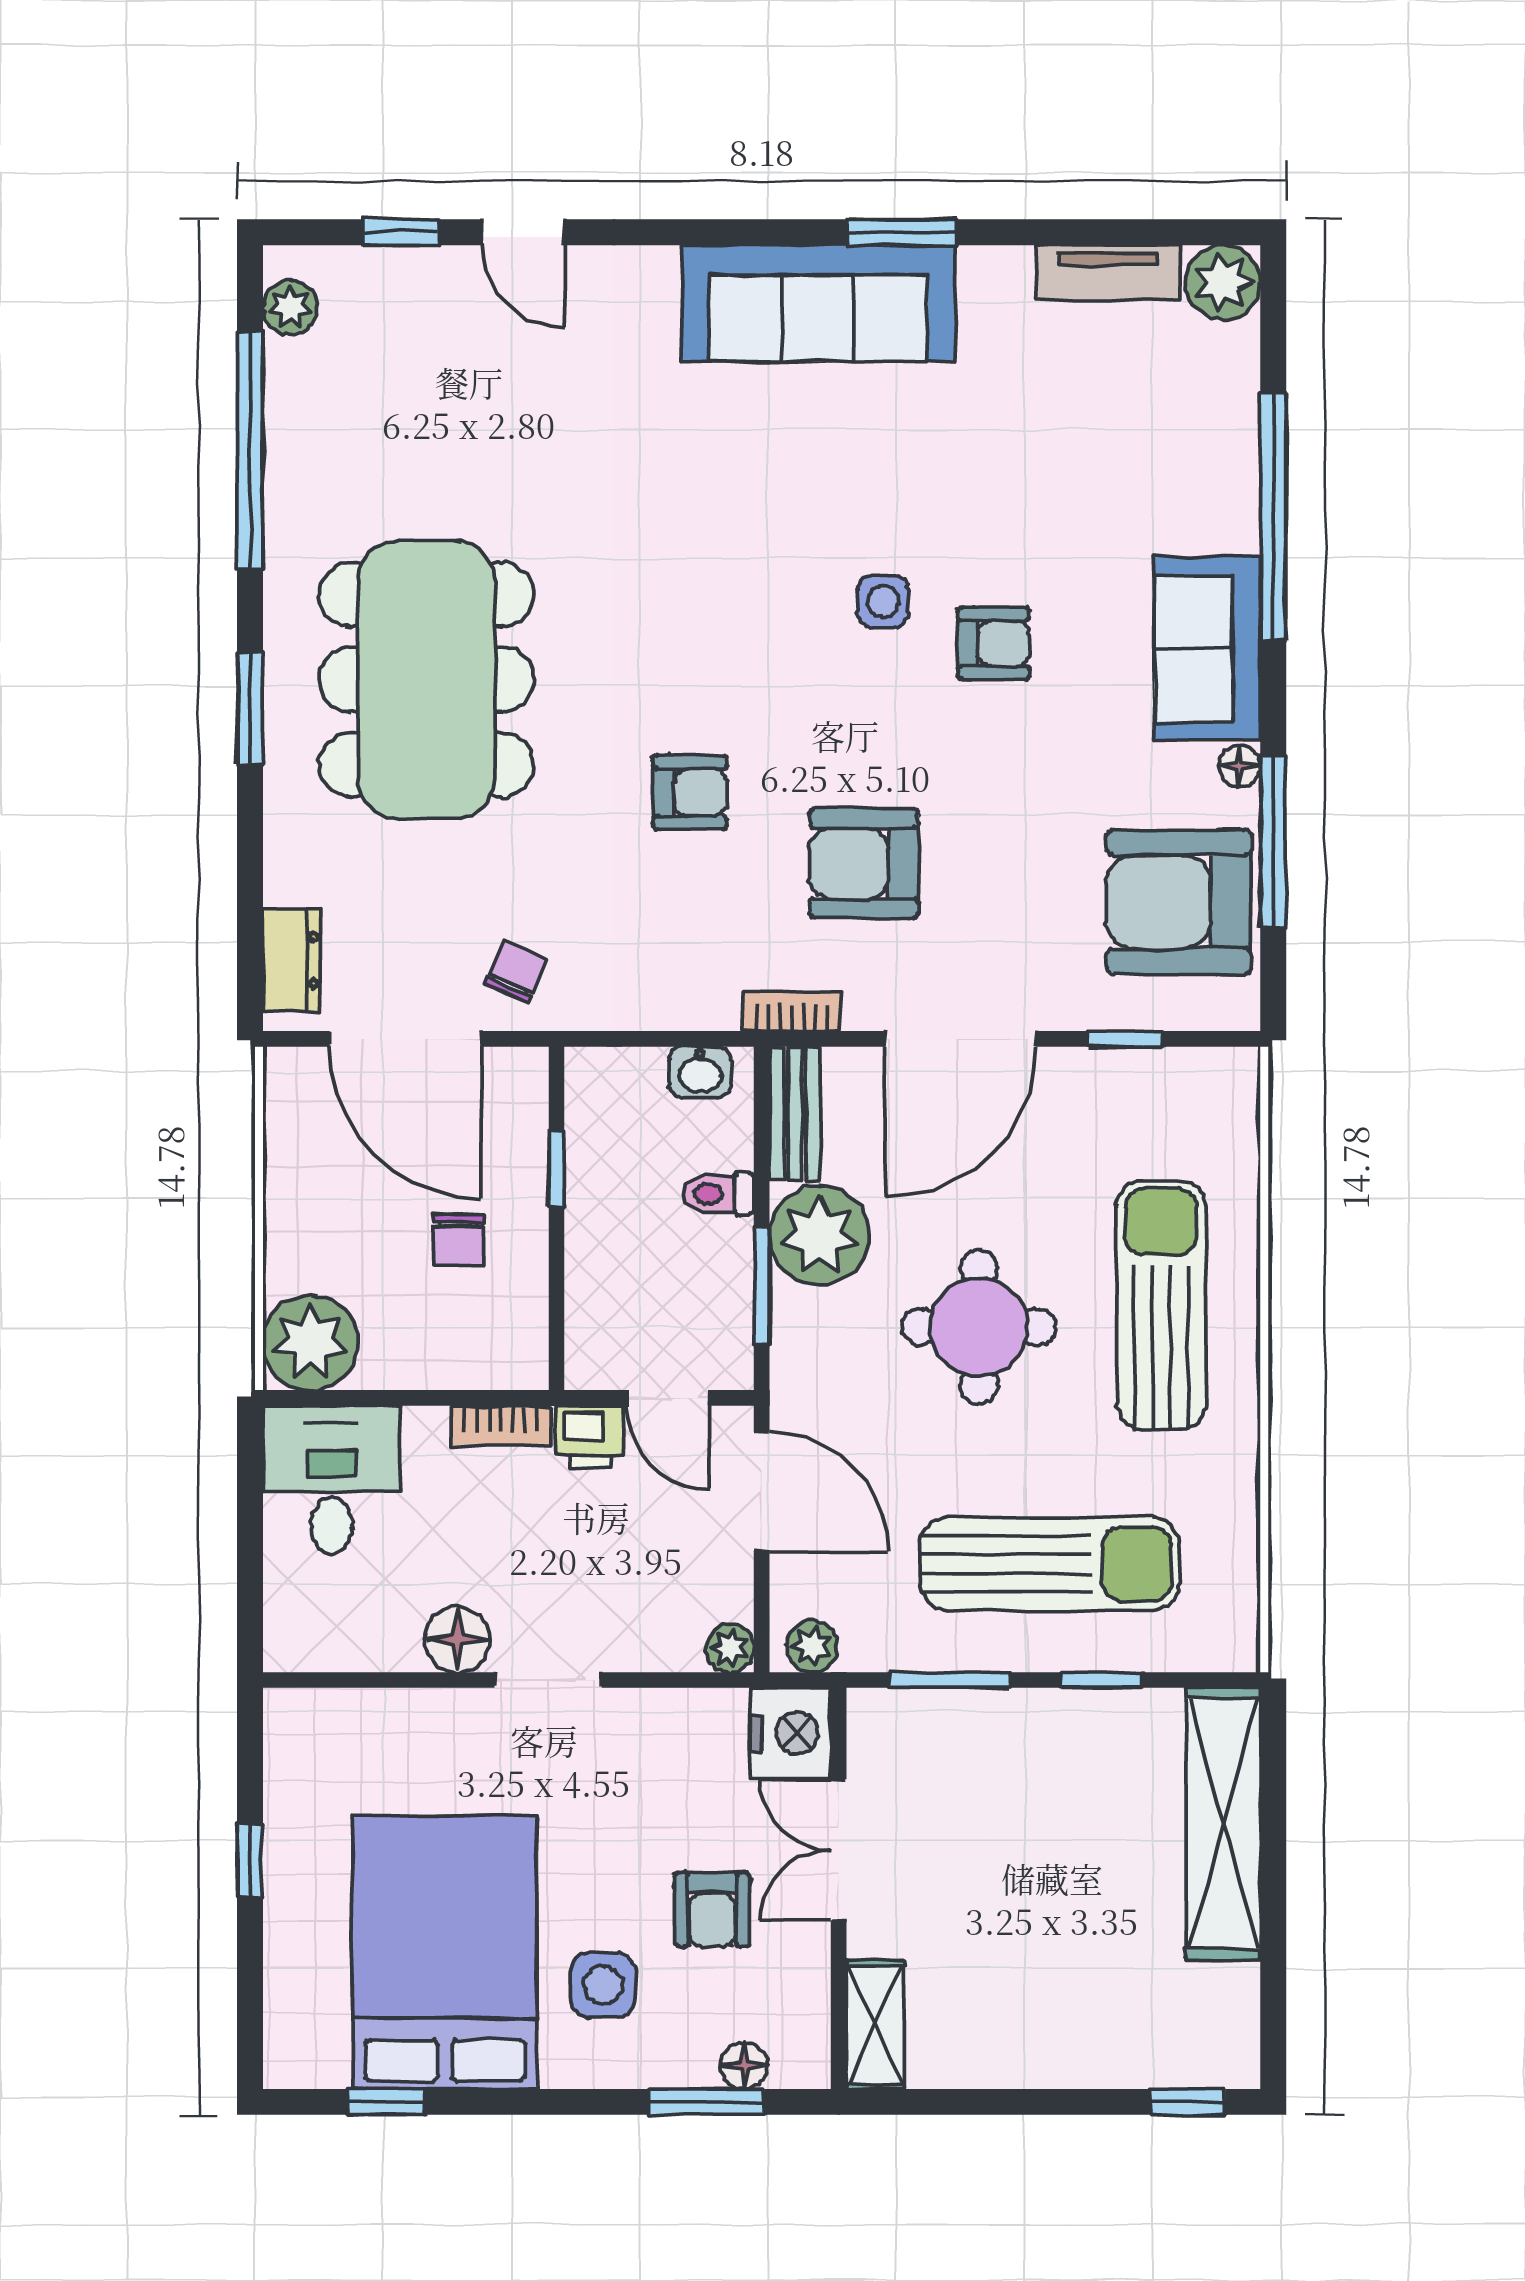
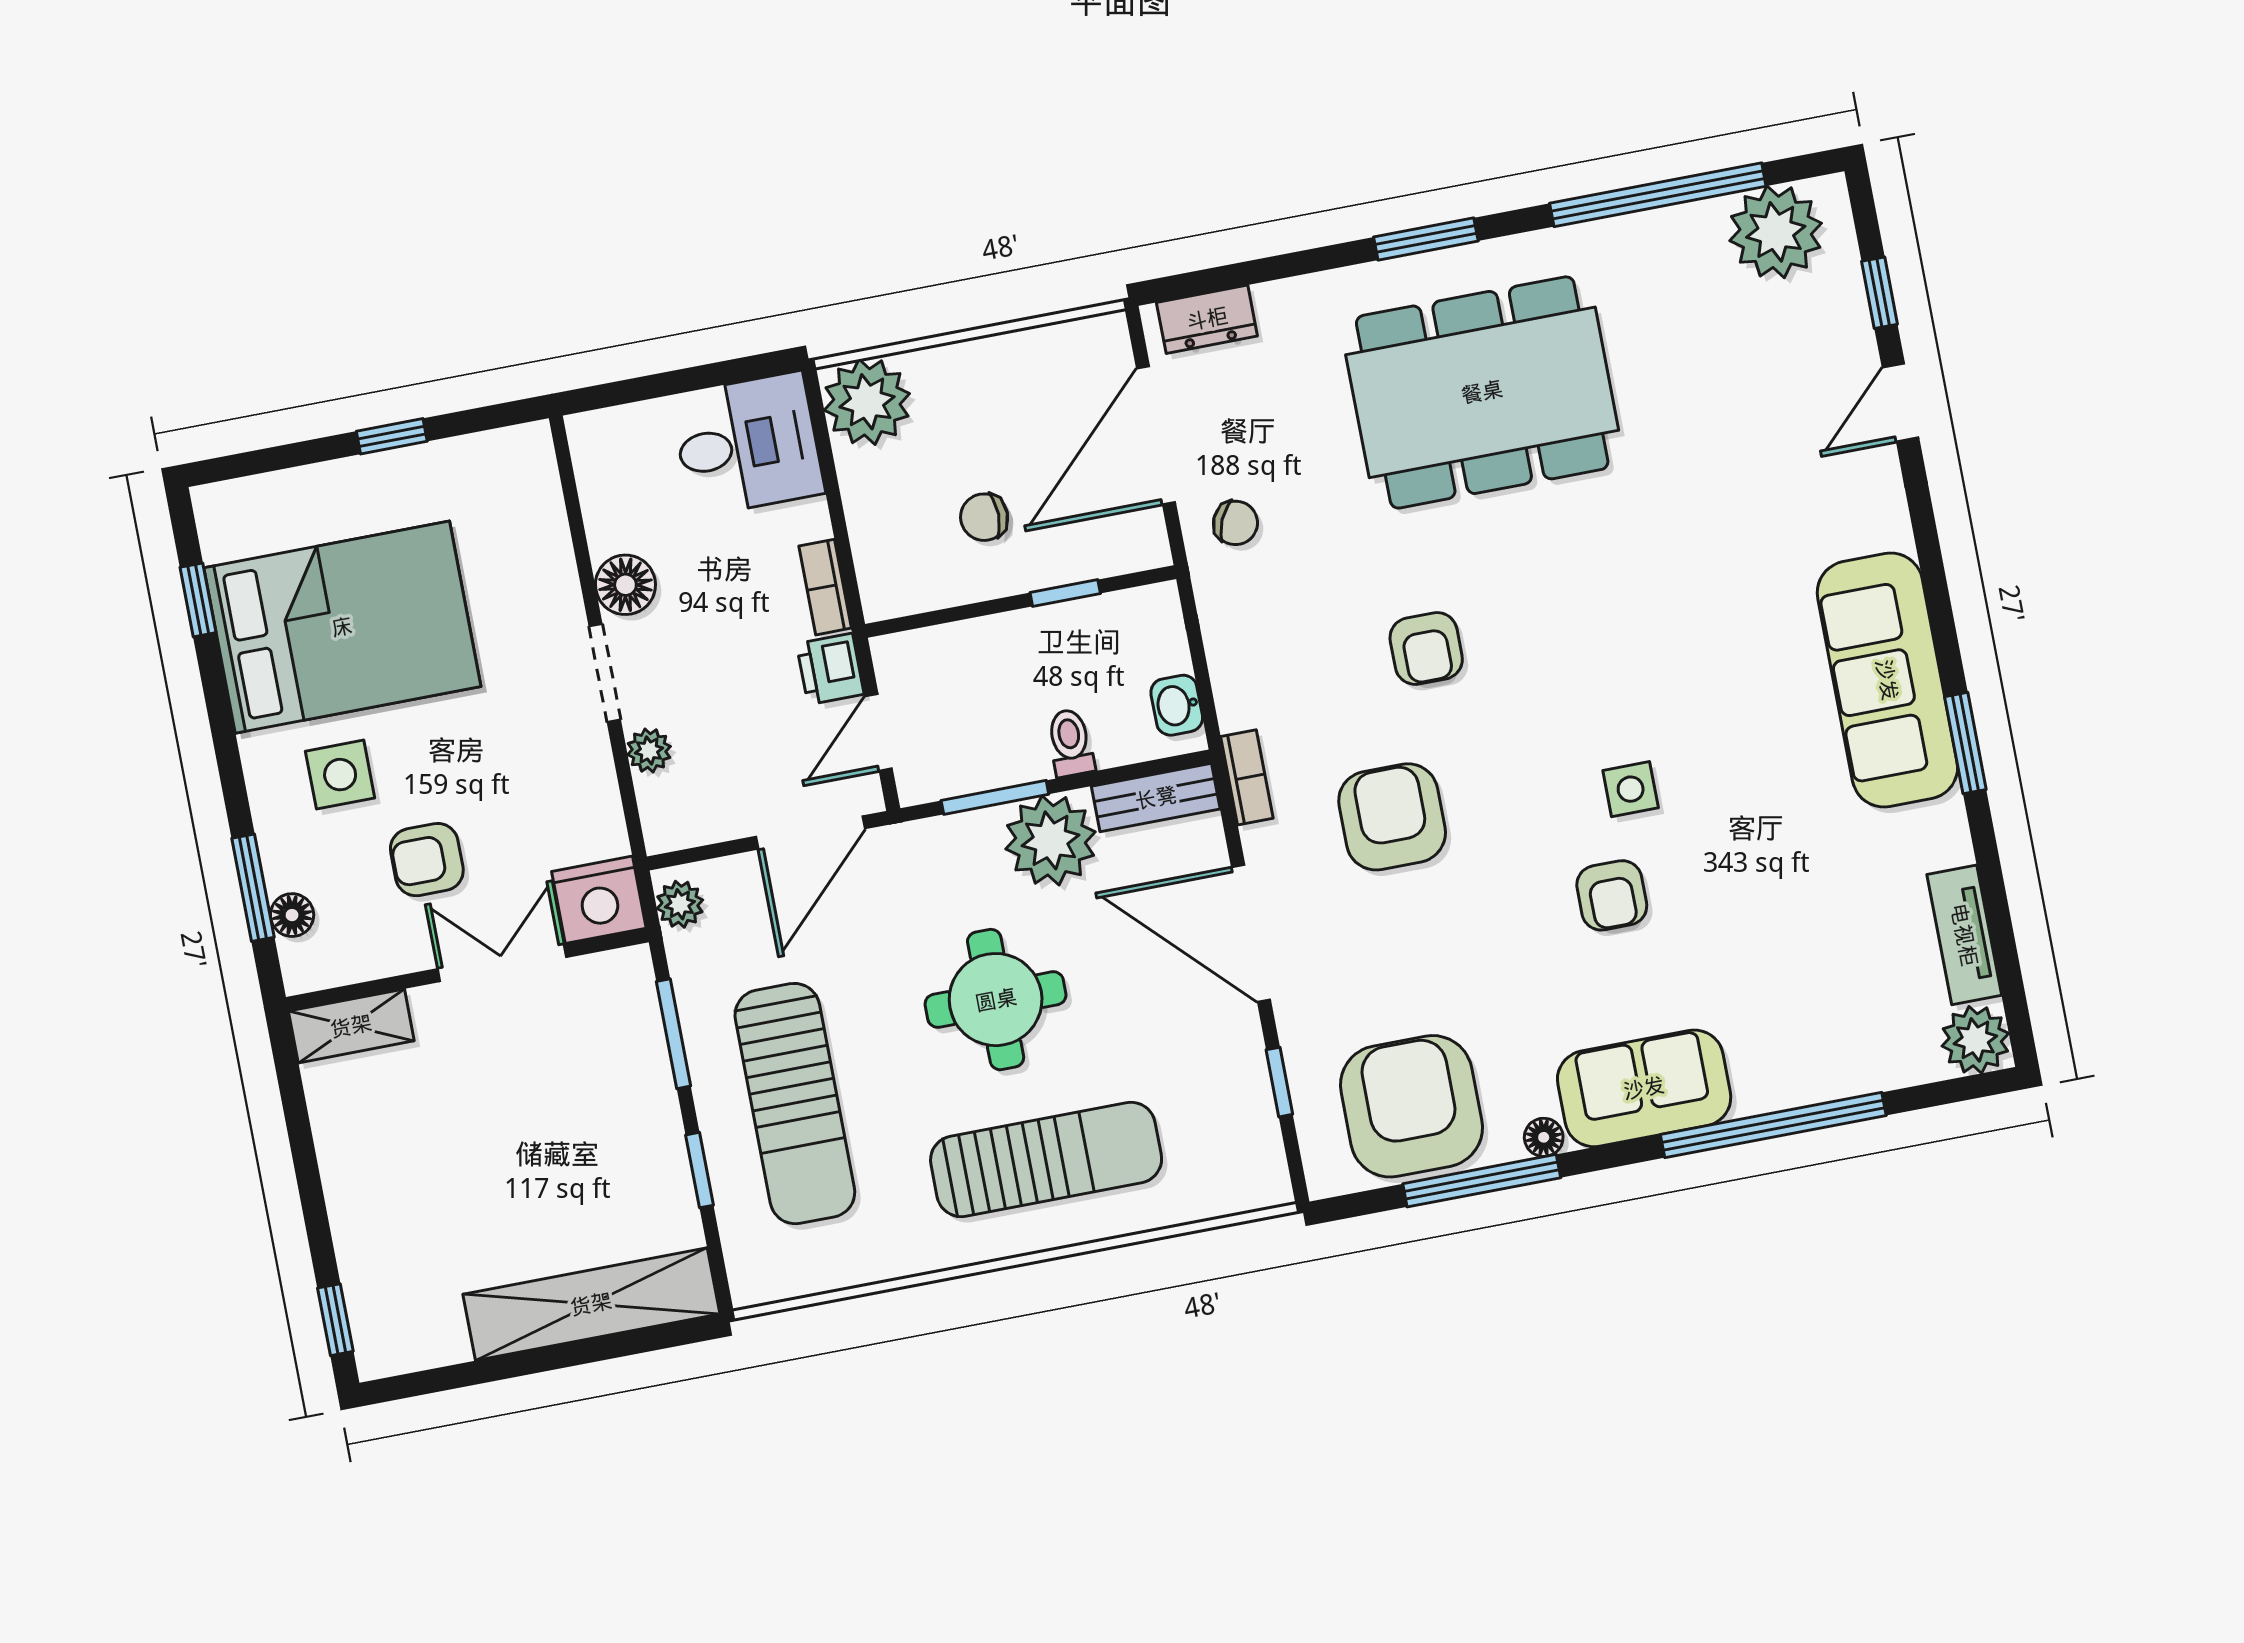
plant: (290, 307) -> (1776, 232), width x1.88, depth x1.88
plant: (730, 1648) -> (649, 751), moved

